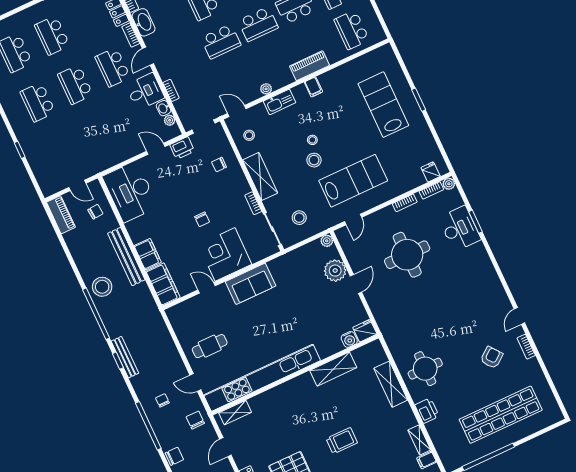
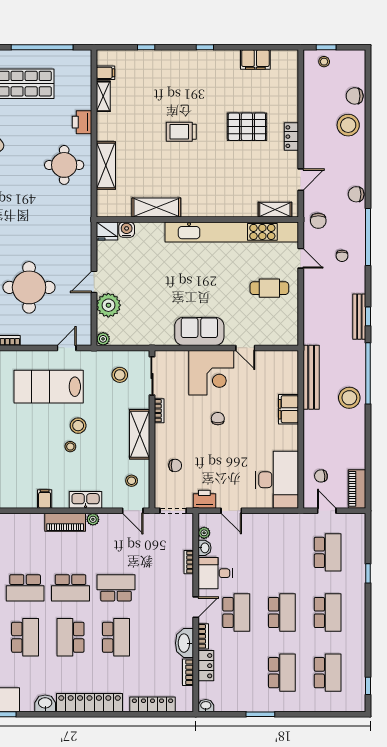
school desk: (258, 24) -> (71, 588), turned 180
piano: (309, 66) -> (65, 522), moved
school desk: (61, 151) -> (328, 552), added
bench: (126, 257) -> (311, 377), moved
filing cabinet: (163, 284) -> (287, 372), removed

